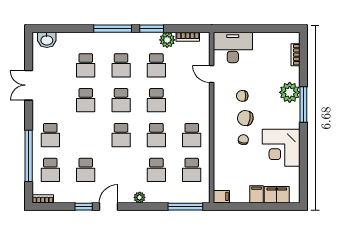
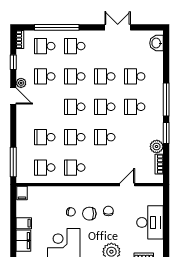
desk: (233, 47) -> (150, 222), moved
school desk: (156, 65) -> (75, 76), moved
chair: (245, 118) -> (89, 214), turned -100
plant: (140, 197) -> (21, 83), moved
window: (84, 207) -> (13, 62), moved

